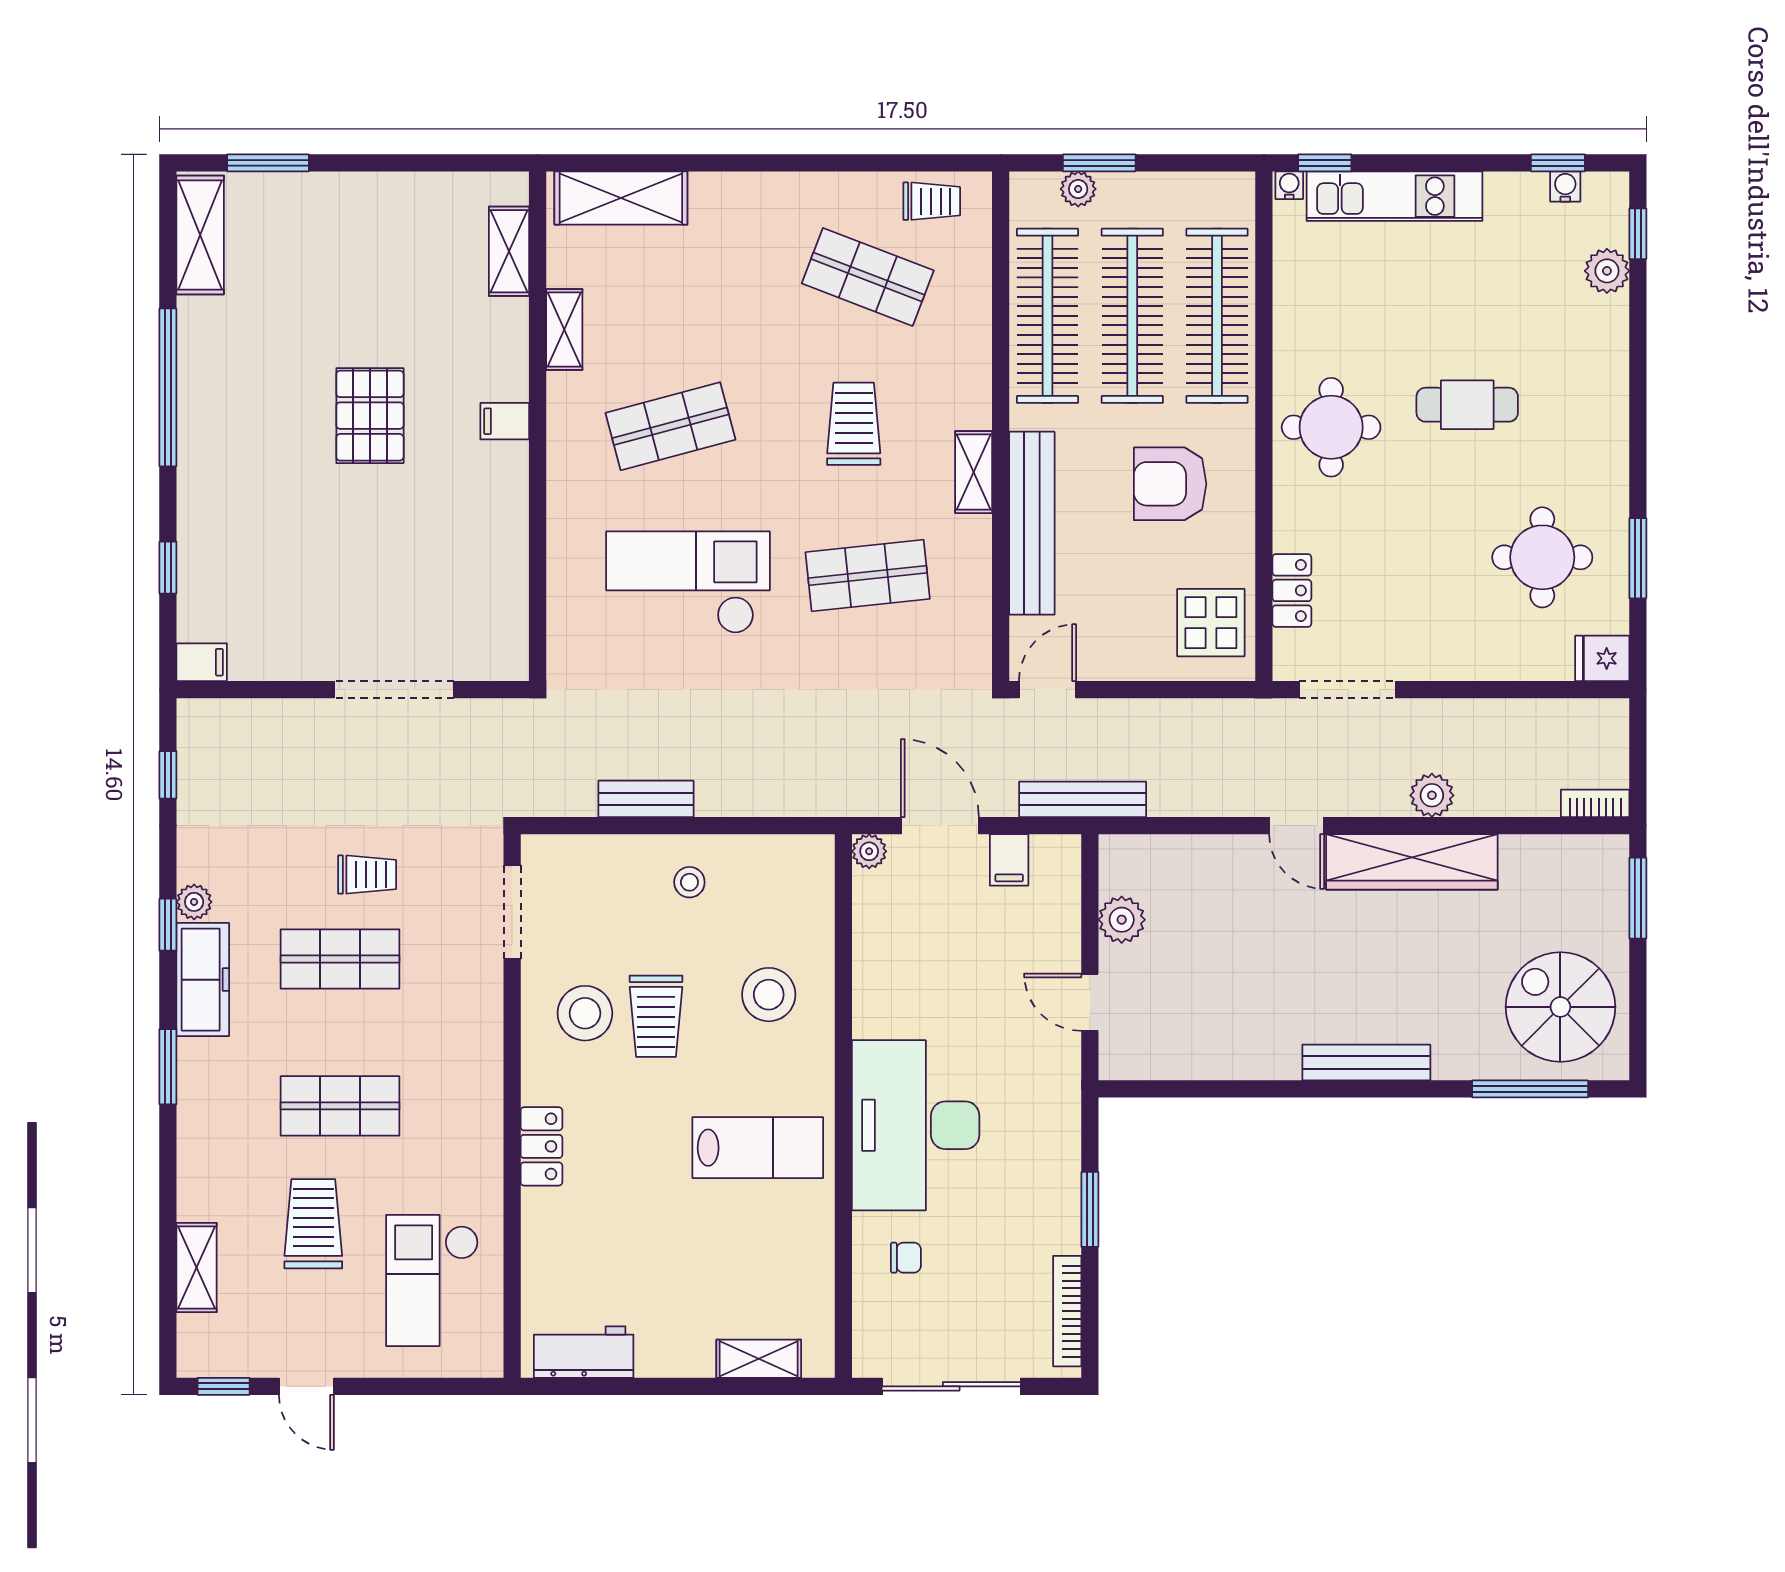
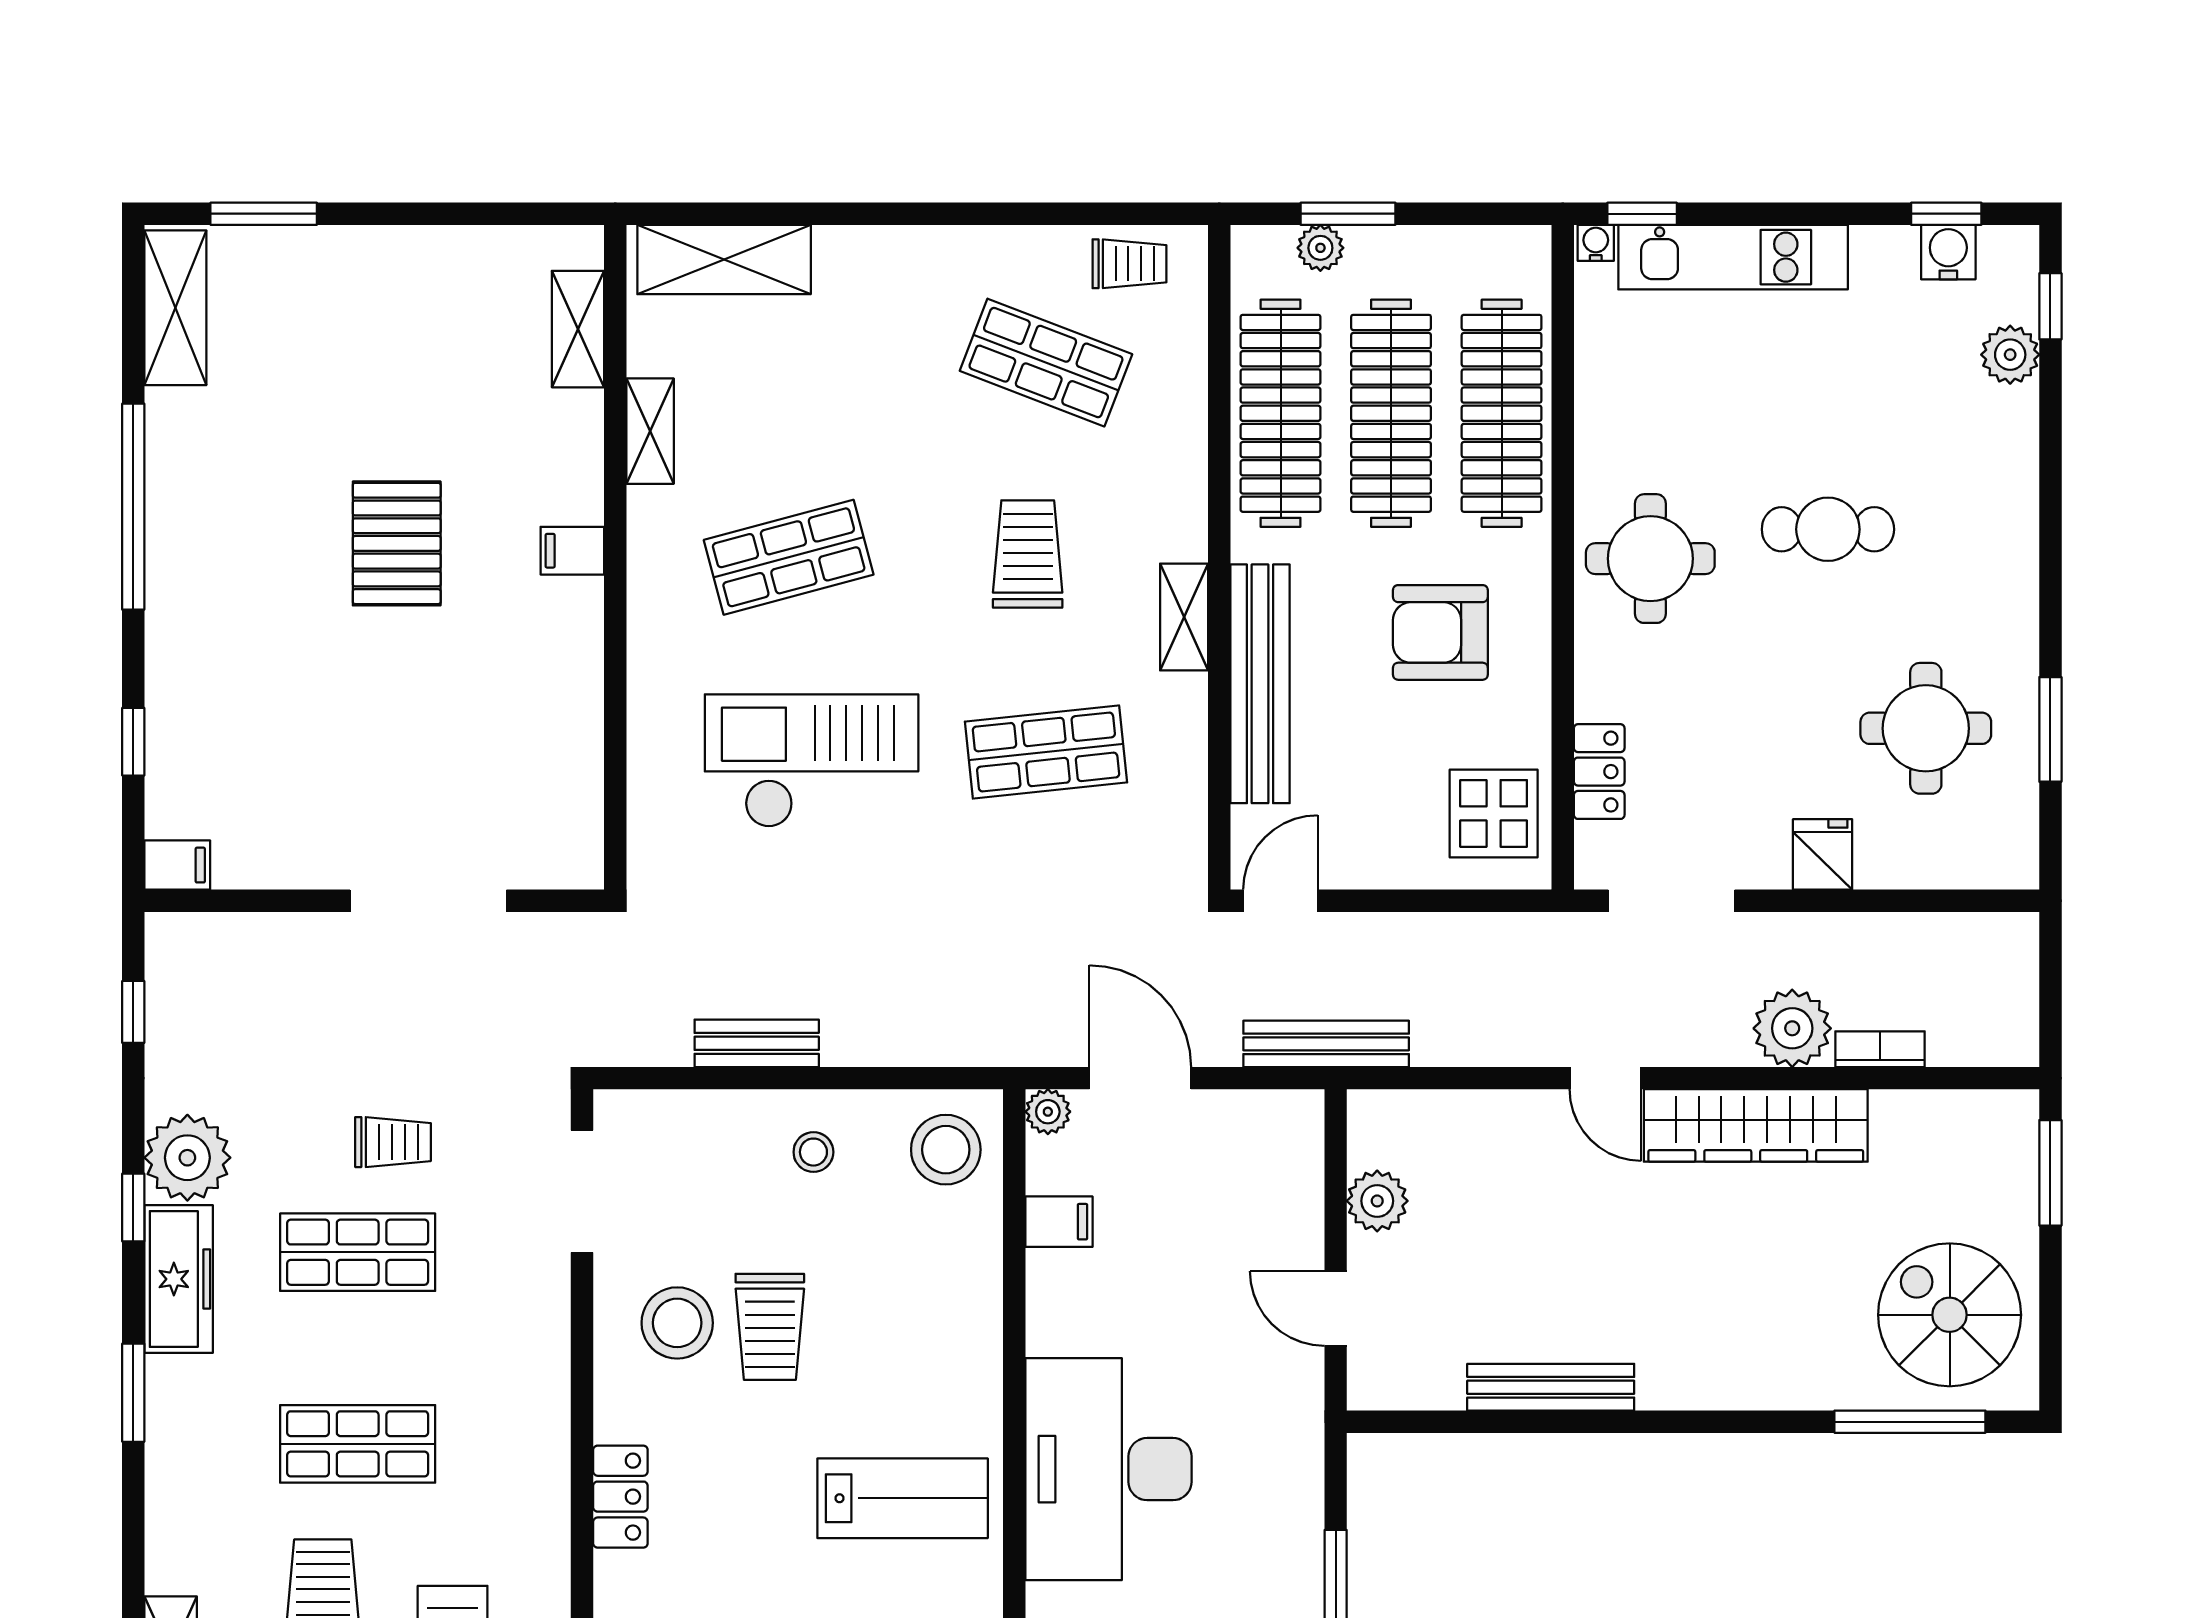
water cooler: (1565, 186) -> (1948, 252), width x1.38, depth x1.38
fridge: (1602, 658) -> (1823, 854), moved, turned 90
plant: (1432, 795) -> (1792, 1028), width x1.36, depth x1.36
bookcase: (1595, 803) -> (1880, 1049), moved
filing cabinet: (1009, 860) -> (1059, 1222), moved, turned -90
plant: (194, 902) -> (187, 1158), width x1.88, depth x1.88
stool: (769, 995) -> (946, 1150), moved
bench: (1366, 1063) -> (1551, 1387), moved

